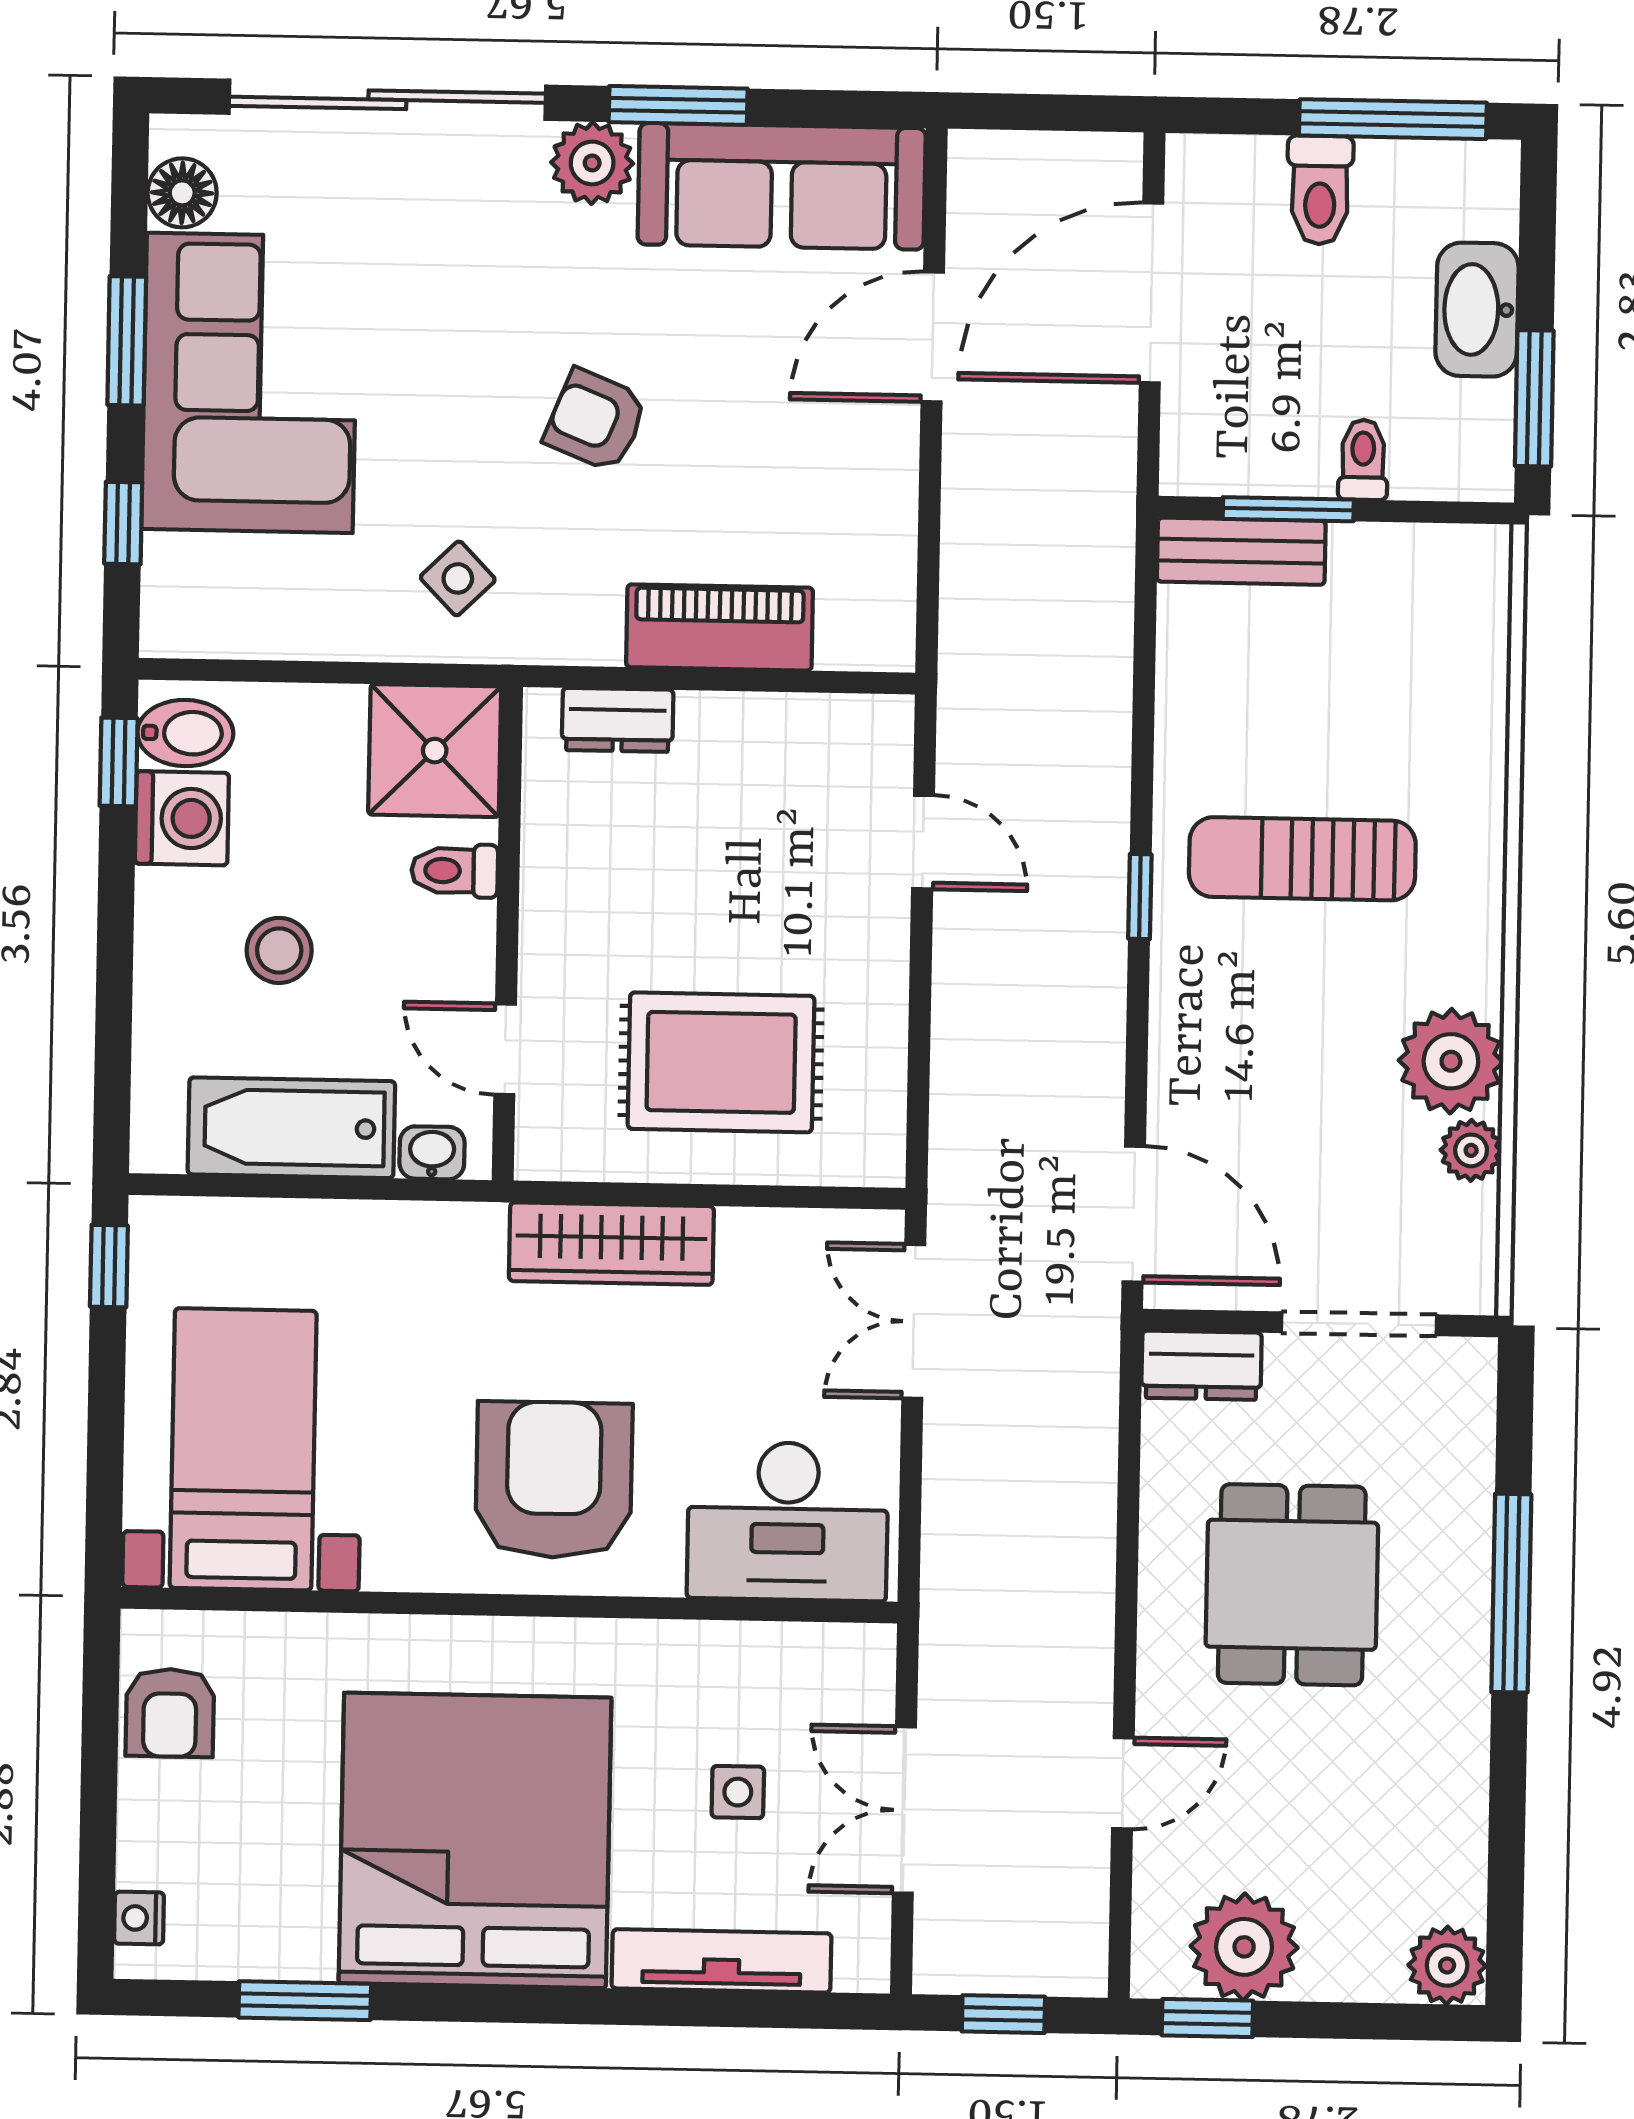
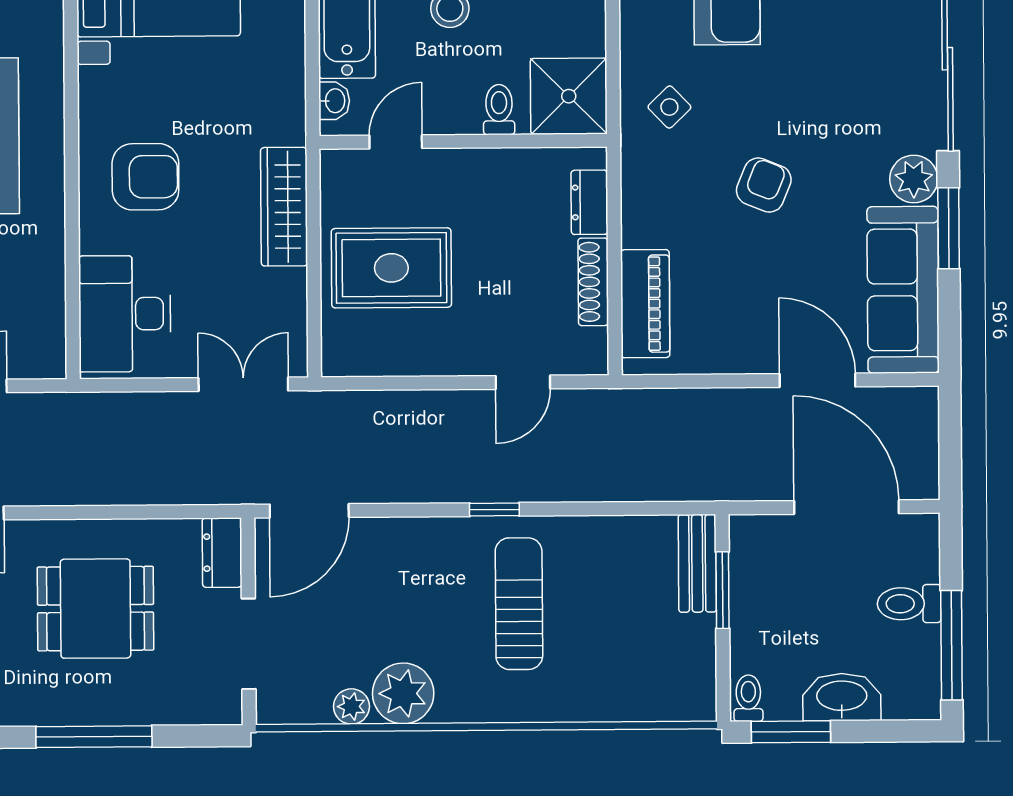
toilet: (1363, 460) -> (748, 698), moved, turned -90
piano: (720, 627) -> (645, 304), moved
shoe rack: (754, 717) -> (593, 282), added
rug: (721, 1062) -> (391, 268), turned 90
armchair: (554, 1480) -> (145, 177), width x0.73, depth x0.73

